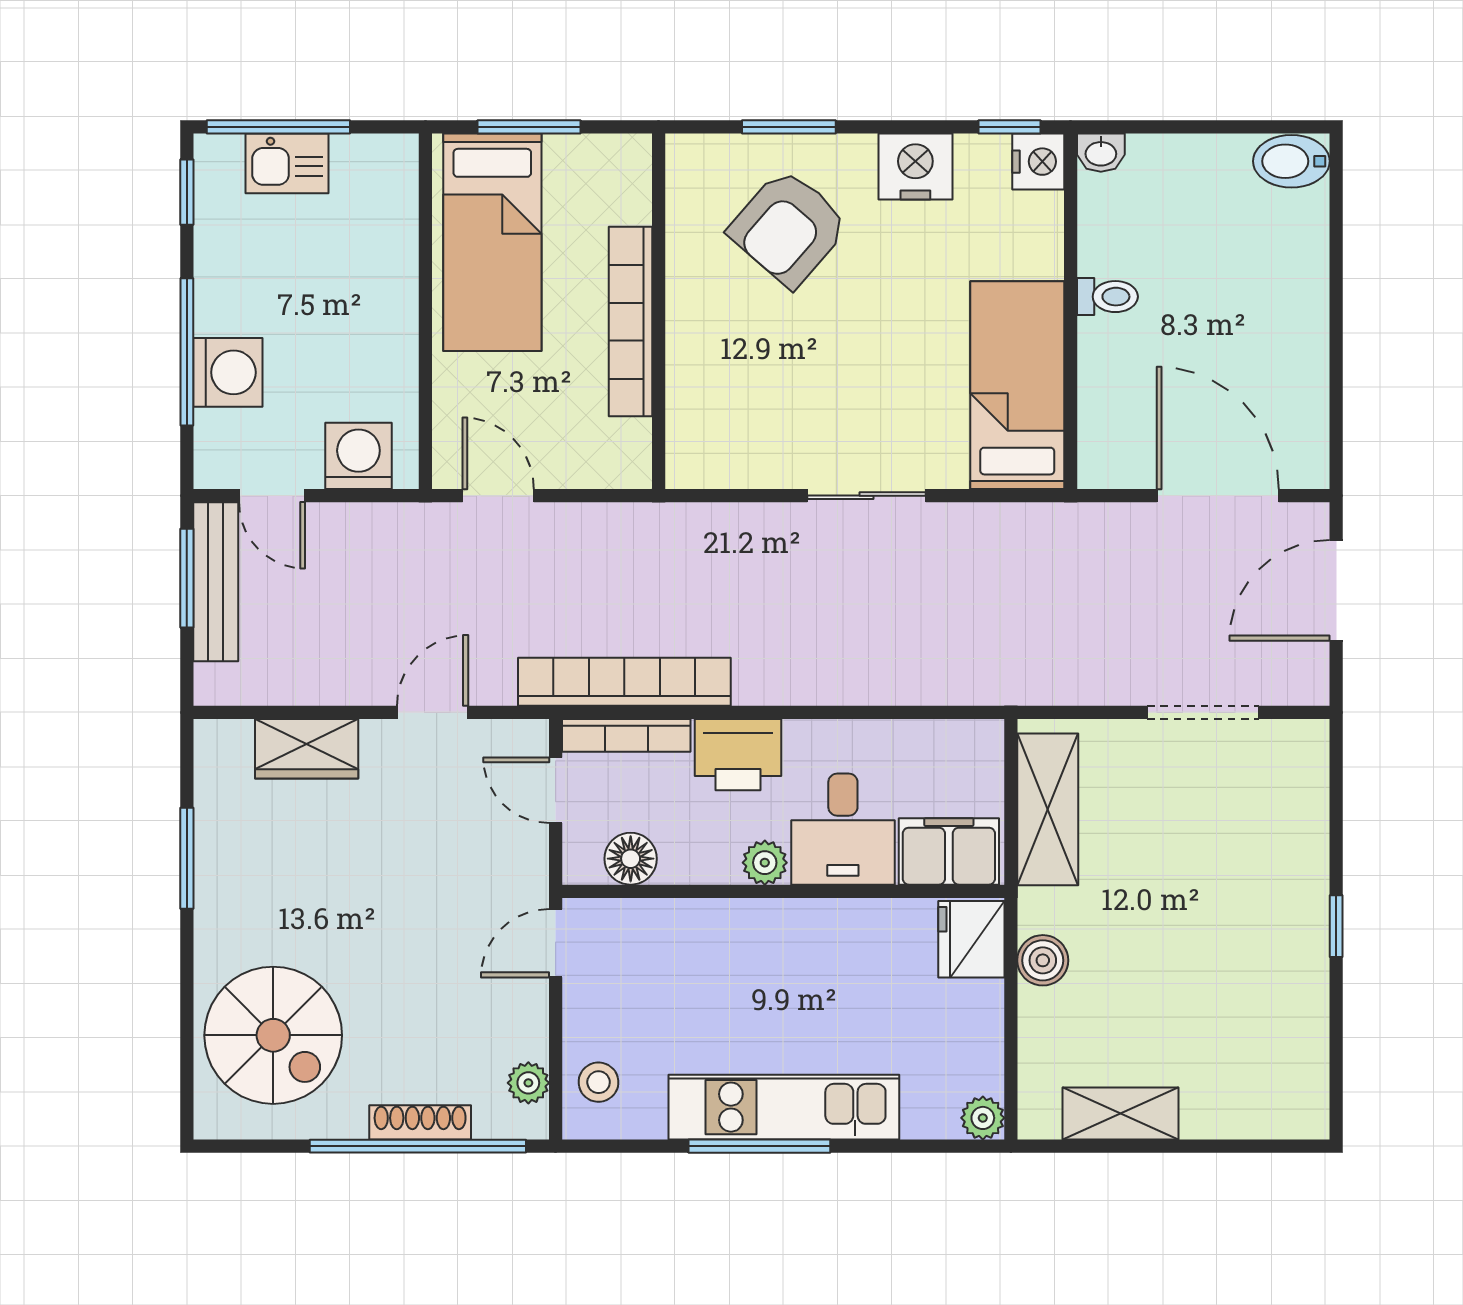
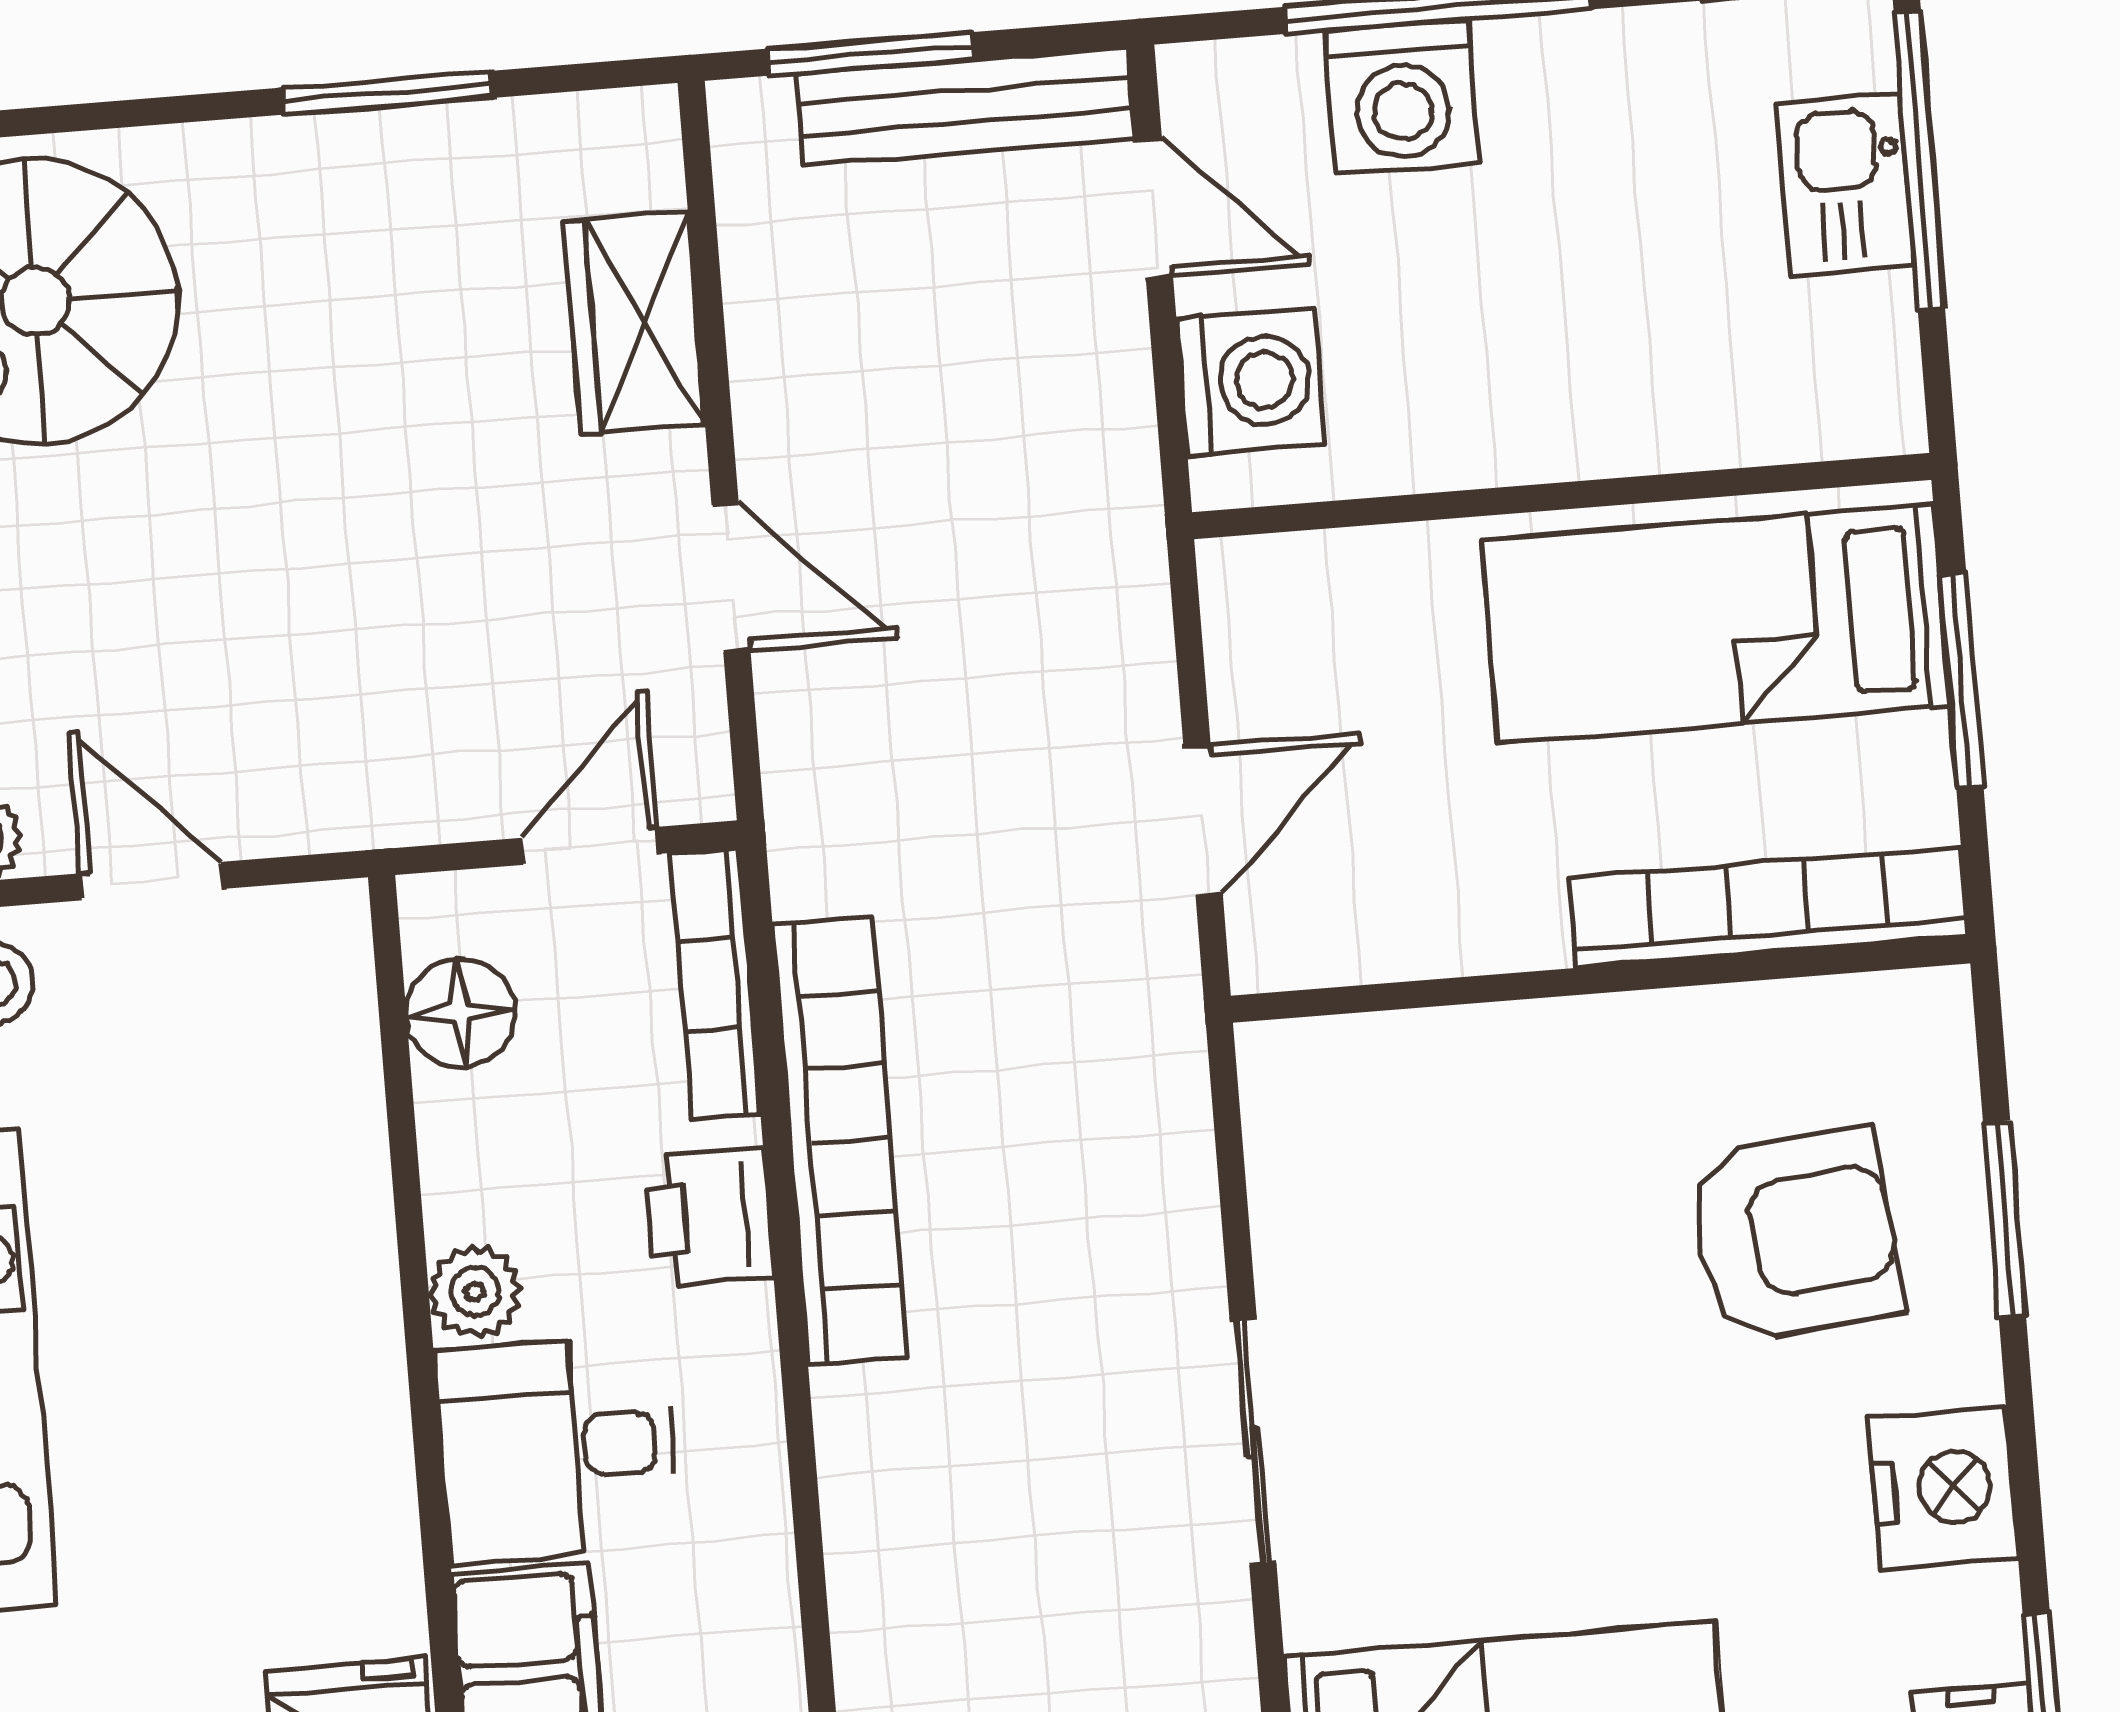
armchair: (789, 228) -> (1795, 1235), turned 133
bookcase: (630, 322) -> (1768, 907), moved
door: (272, 496) -> (1154, 208), swing flipped
door: (498, 496) -> (1203, 820), moved
window: (187, 578) -> (871, 54), moved
bookcase: (624, 682) -> (840, 1141), moved
printer: (738, 755) -> (709, 1217), width x0.73, depth x0.81
door: (556, 943) -> (151, 881), moved

